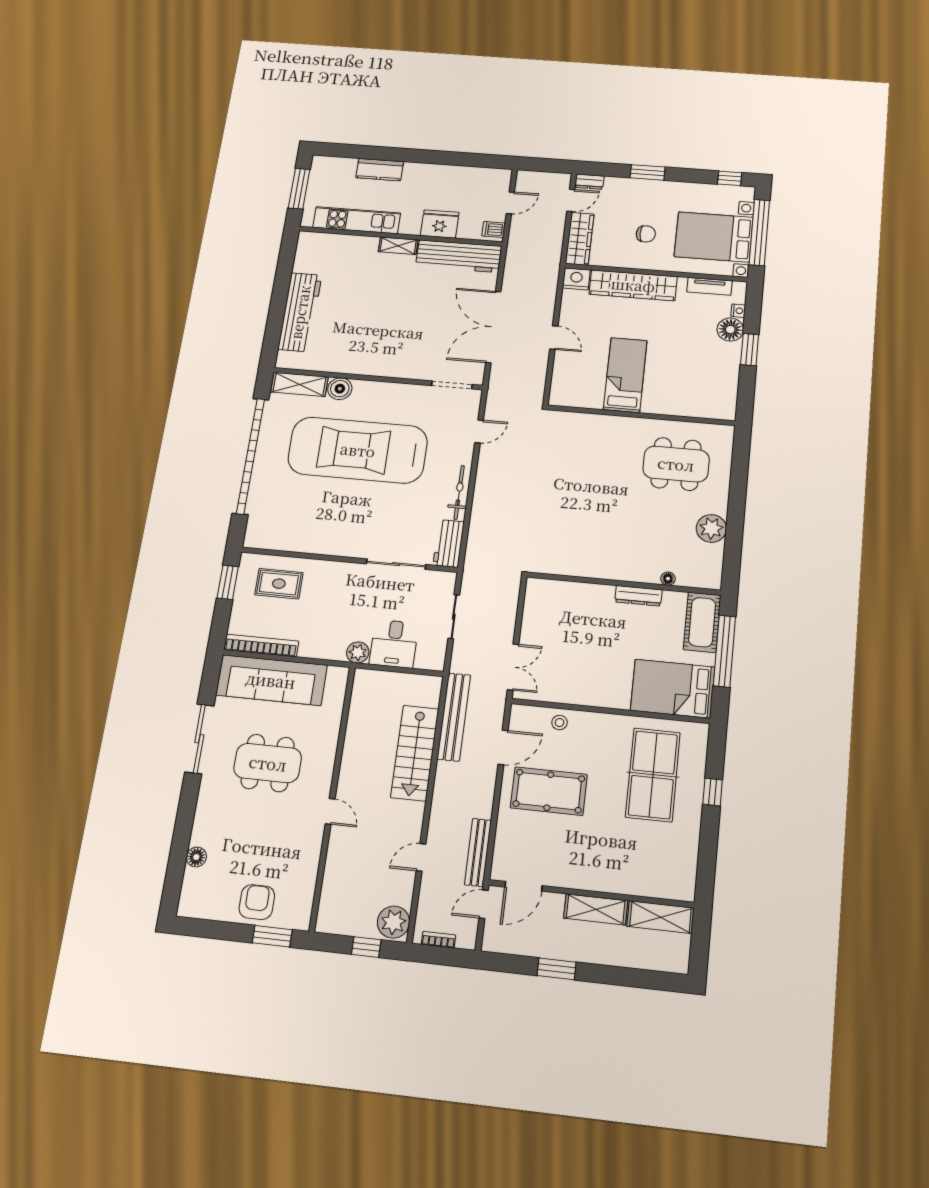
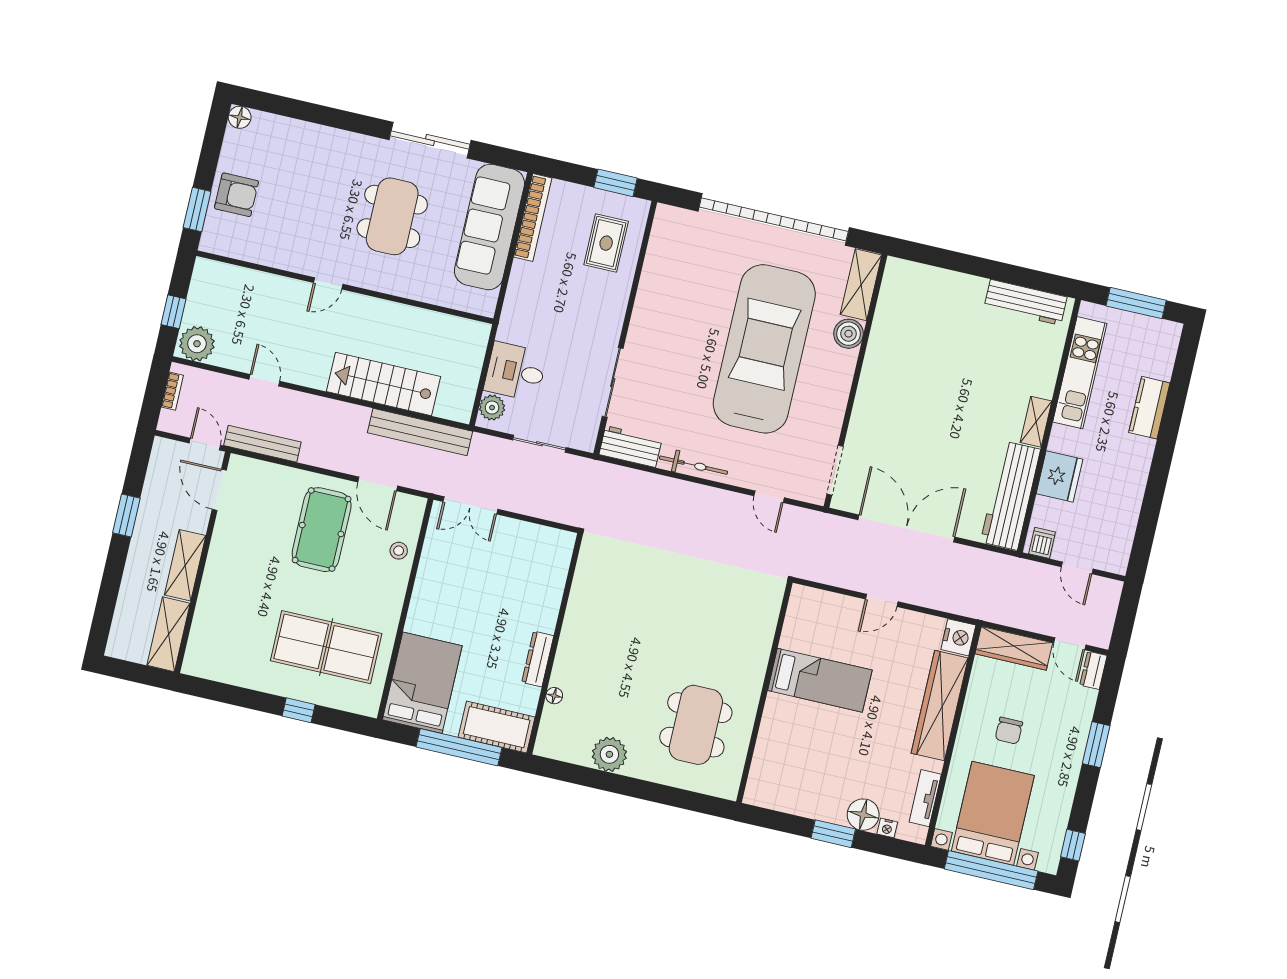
workbench: (300, 312) -> (1026, 302), moved, width x0.73, depth x0.76
plant: (358, 652) -> (492, 408), moved
floor lamp: (196, 857) -> (240, 117), moved

